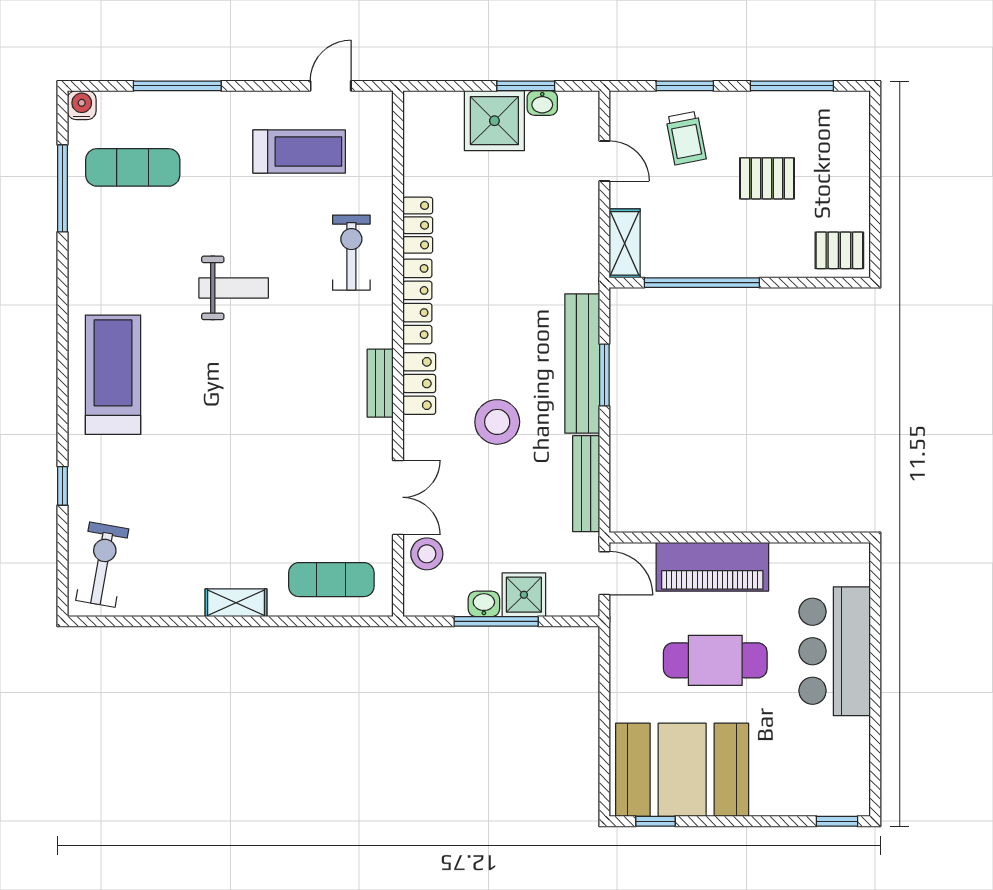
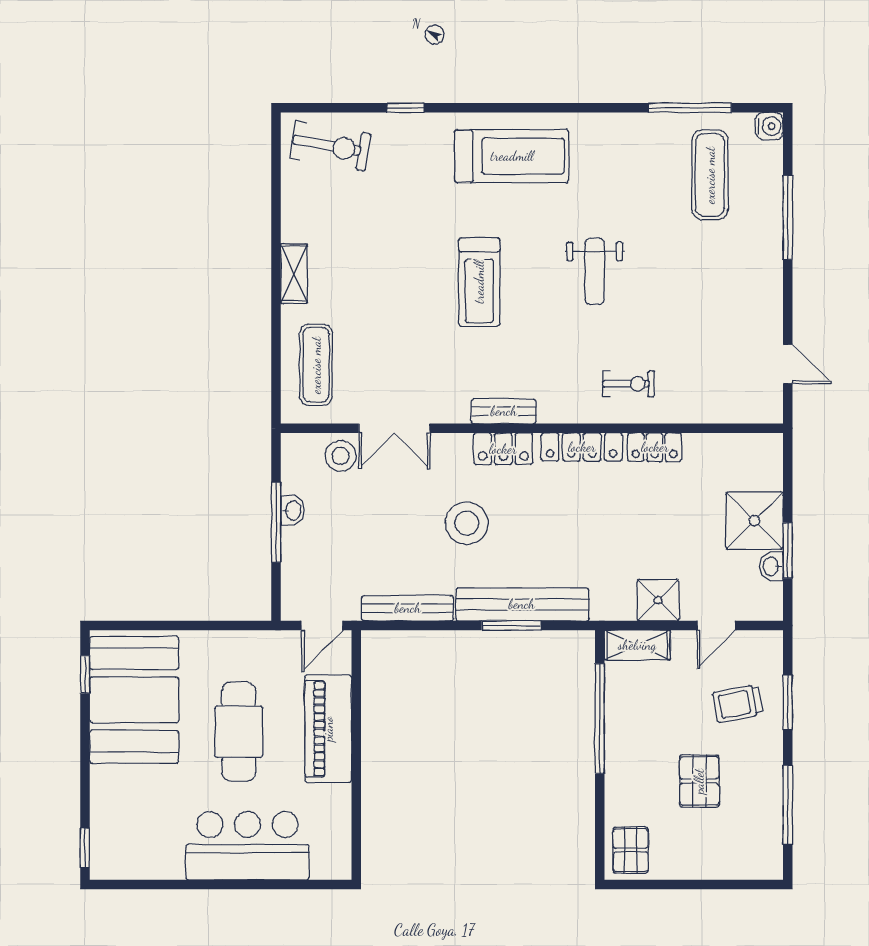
treadmill: (299, 151) -> (479, 282), moved
exercise bike: (351, 253) -> (628, 384), width x0.73, depth x0.72
shower: (524, 595) -> (658, 600), moved

